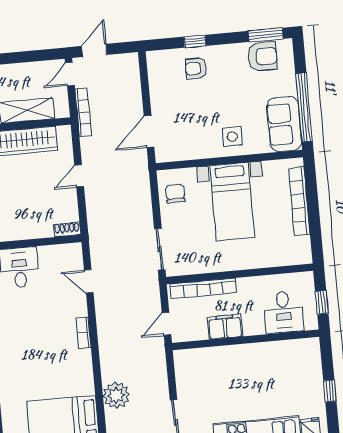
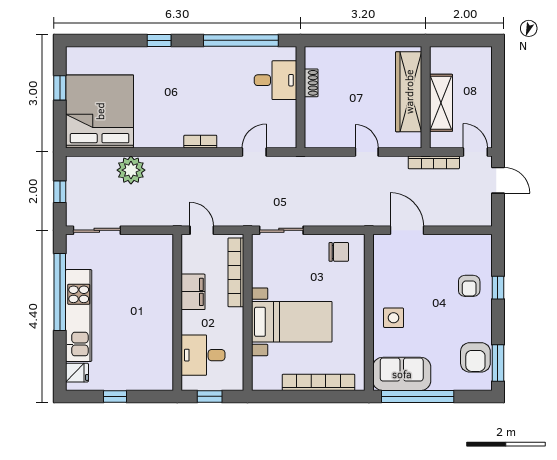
armchair: (196, 68) -> (469, 286), turned 180
bed with nightstands: (232, 202) -> (292, 322), moved, turned 180
shoe rack: (67, 229) -> (311, 83), moved

